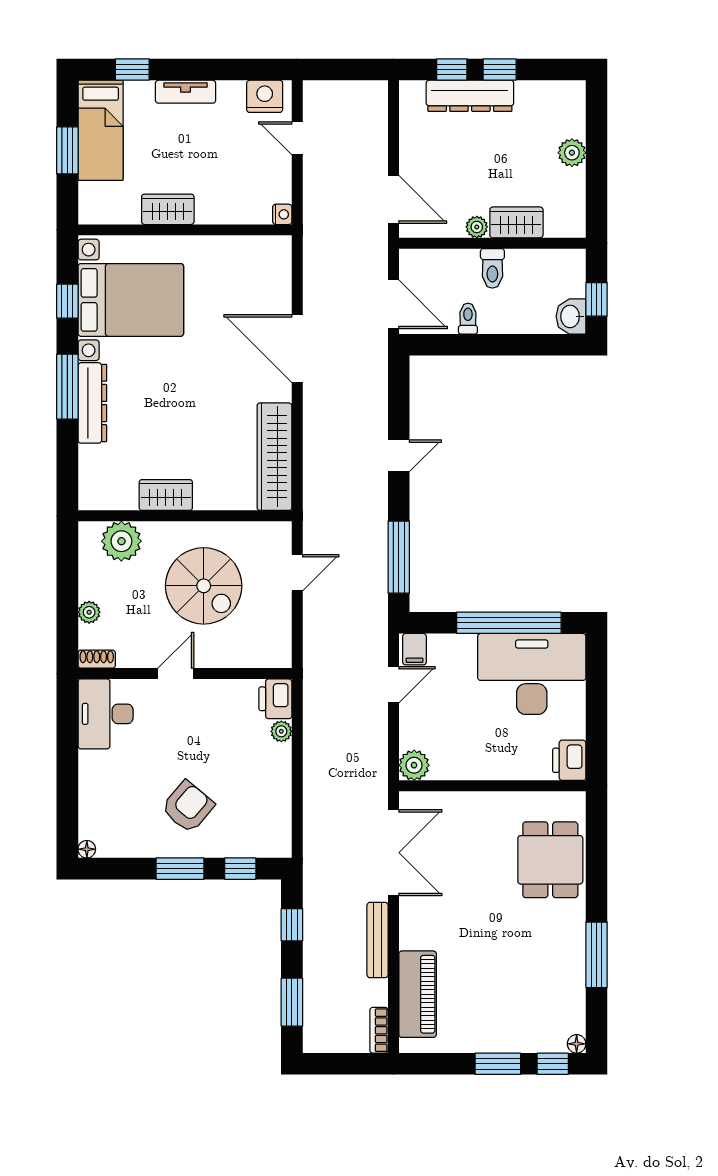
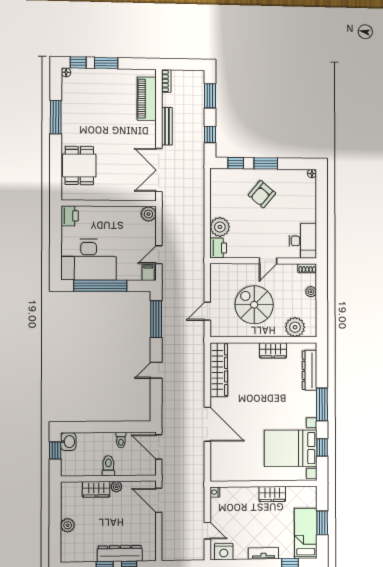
dresser: (92, 403) -> (310, 370), moved
plant: (281, 731) -> (220, 227), width x1.88, depth x1.88

